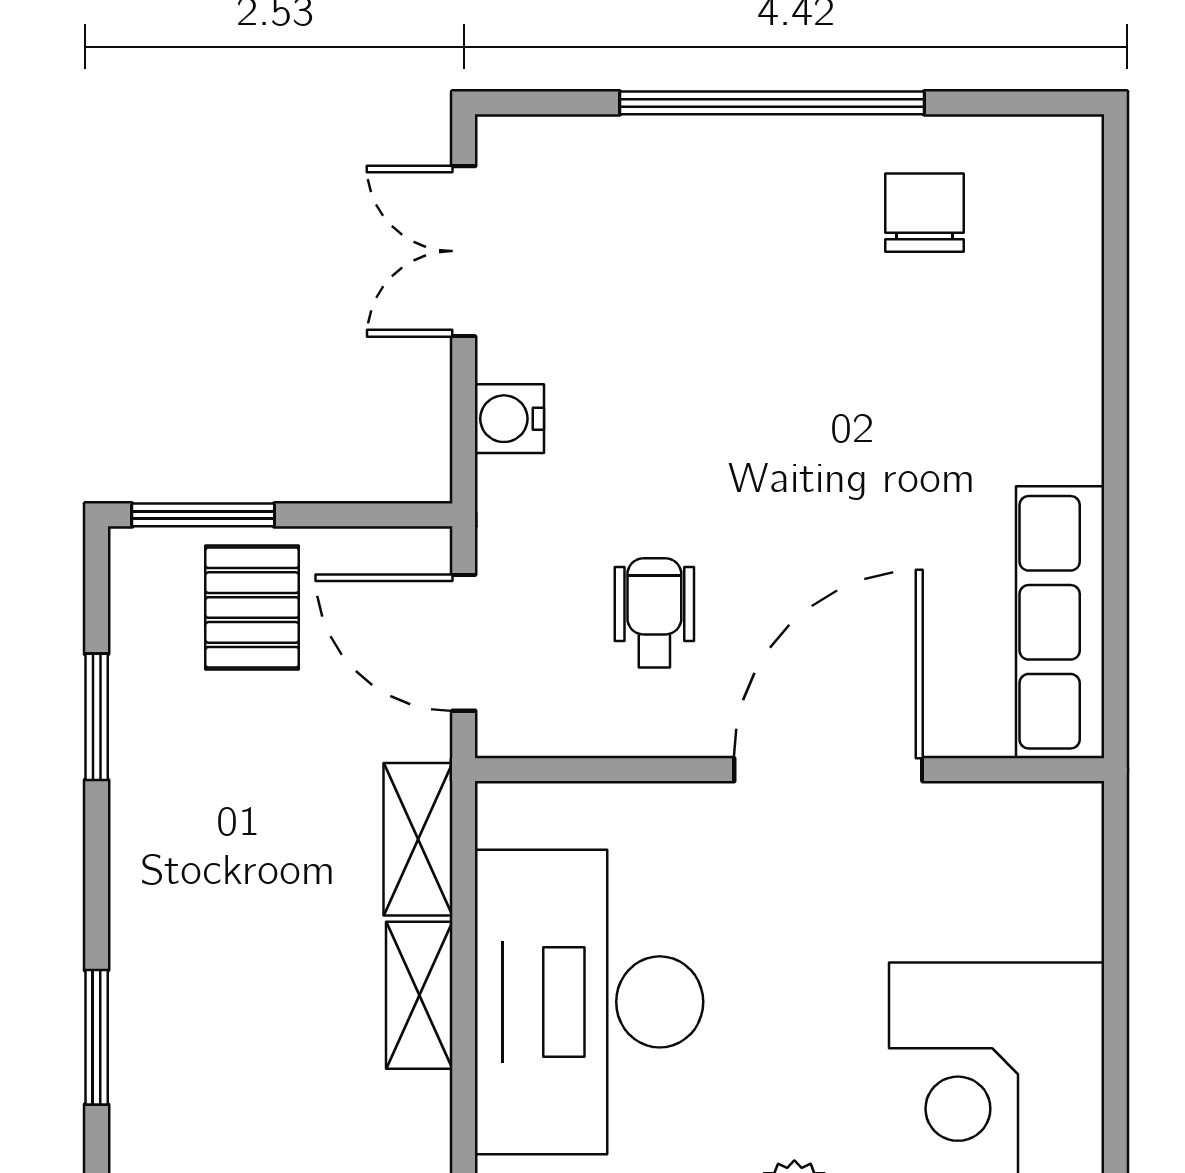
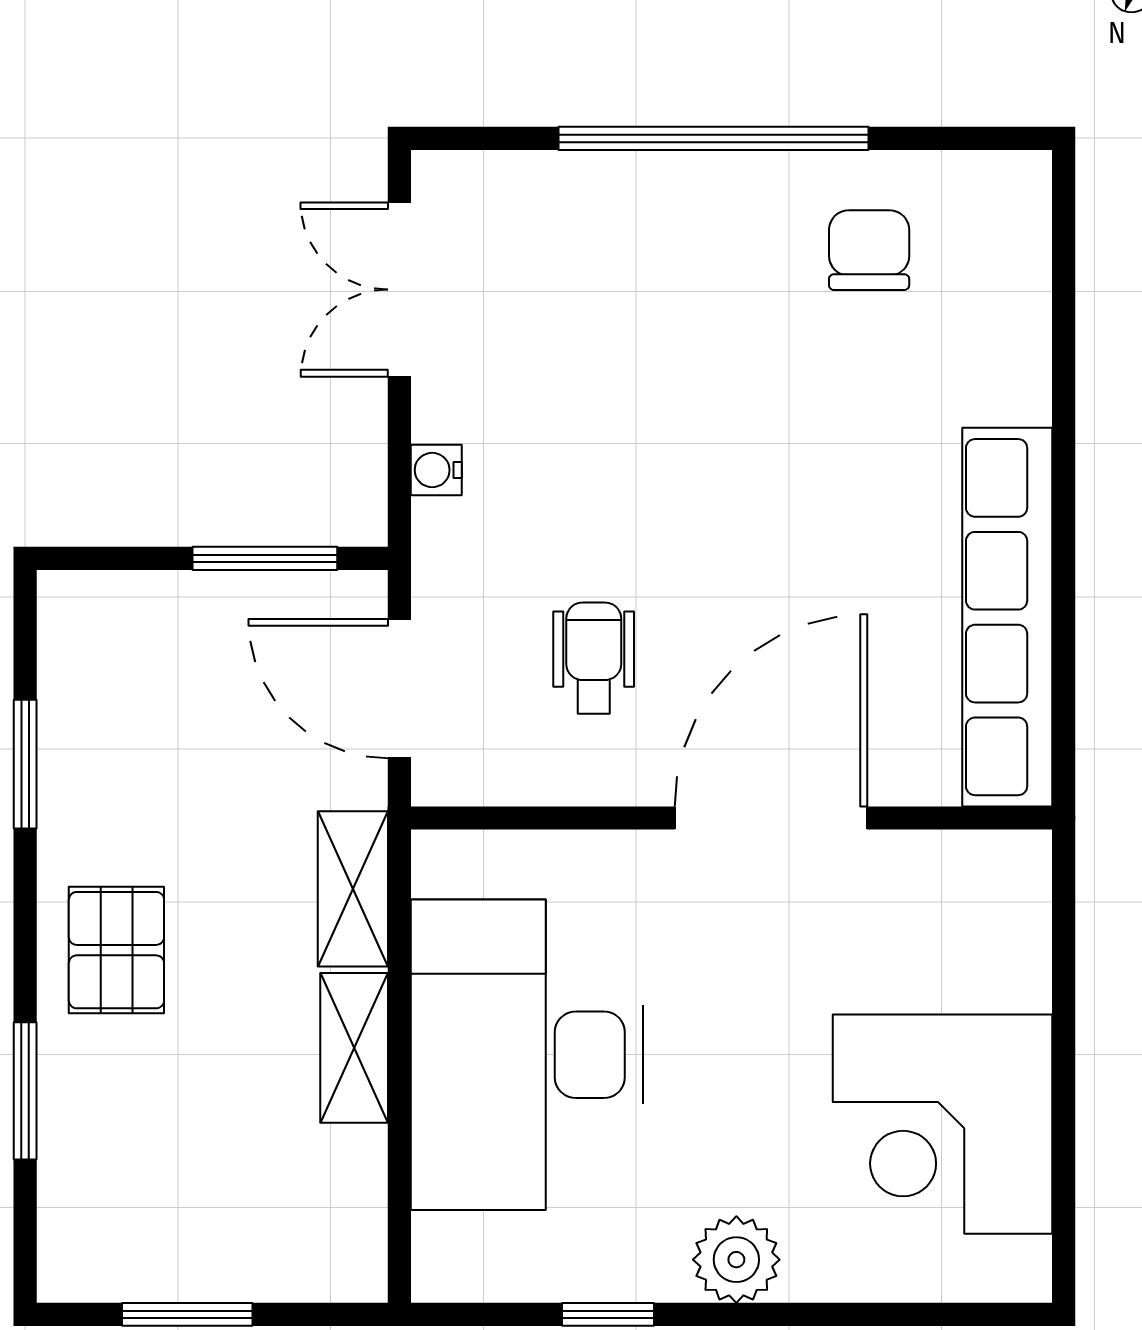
water cooler: (509, 419) -> (436, 470), width x0.72, depth x0.72
window: (203, 515) -> (265, 558), moved
pallet: (252, 608) -> (116, 950), moved
row of seats: (1060, 622) -> (1007, 617), width x1.36

